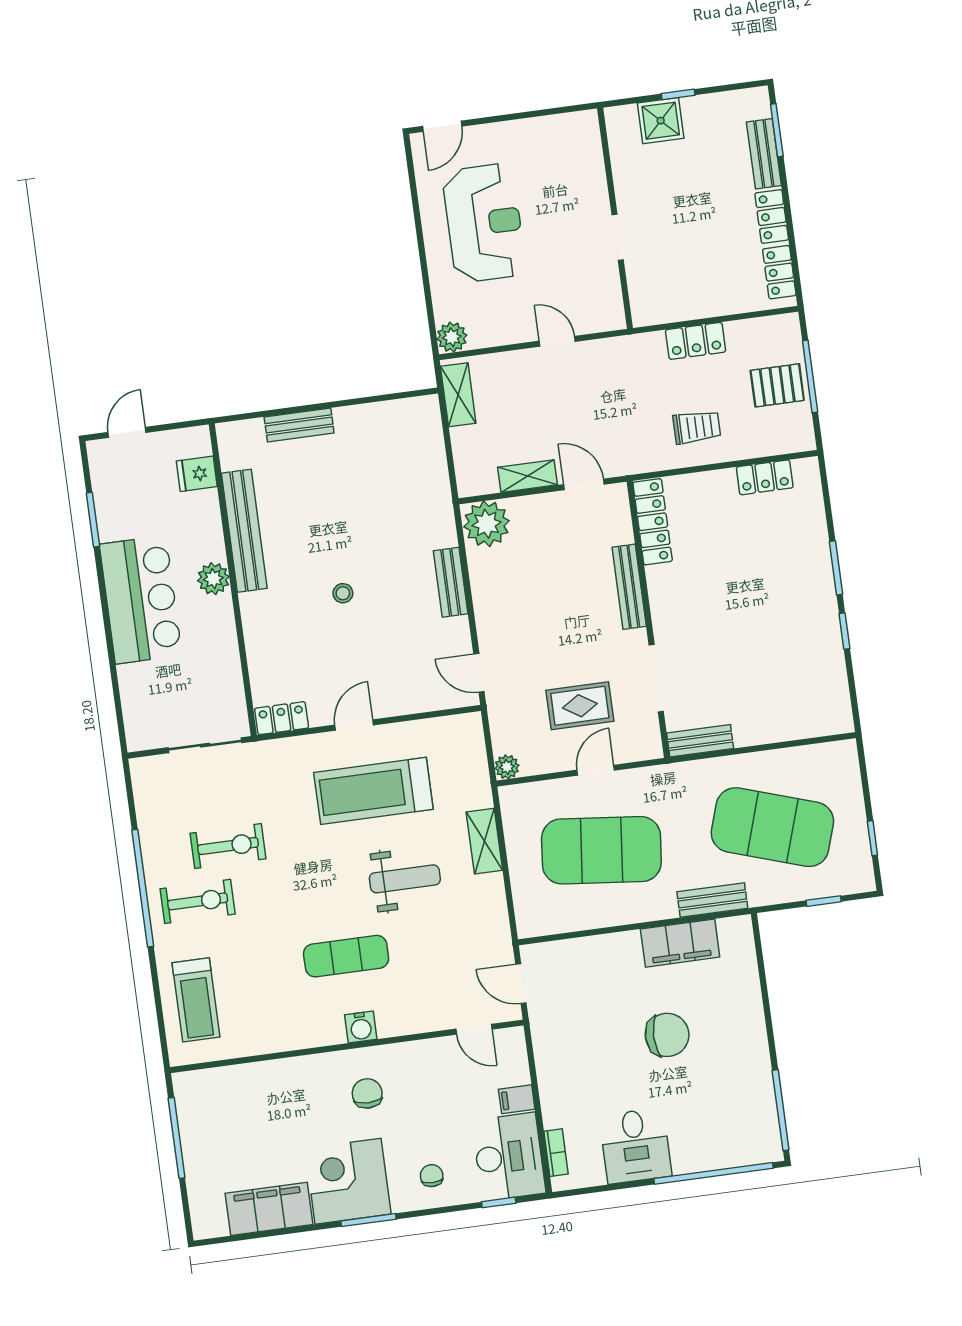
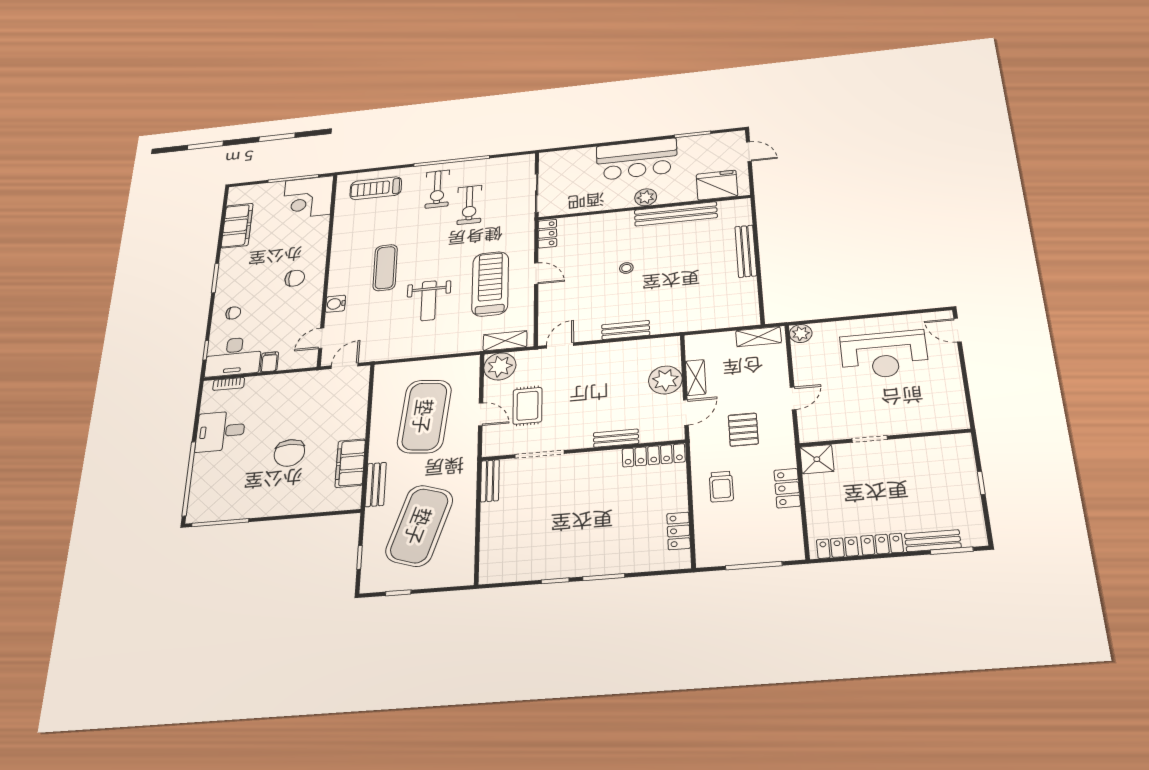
shower: (661, 121) -> (817, 459), moved
pallet: (777, 385) -> (743, 430), moved
bench: (299, 425) -> (746, 251), width x1.36
fridge: (197, 474) -> (717, 185), width x1.88, depth x1.34
plant: (487, 524) -> (665, 380), moved
bench: (629, 587) -> (616, 438), width x0.73
plant: (507, 767) -> (500, 366), width x1.88, depth x1.88
shelving: (484, 841) -> (505, 341), moved
water cooler: (361, 1027) -> (335, 304), moved
corner desk: (348, 1181) -> (308, 197), moved, turned 180

